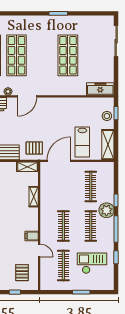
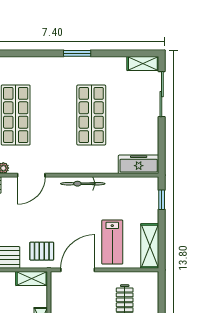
shelving: (103, 20) -> (143, 63), added
bicycle: (62, 102) -> (83, 184), added
stool: (107, 116) -> (148, 204), removed

